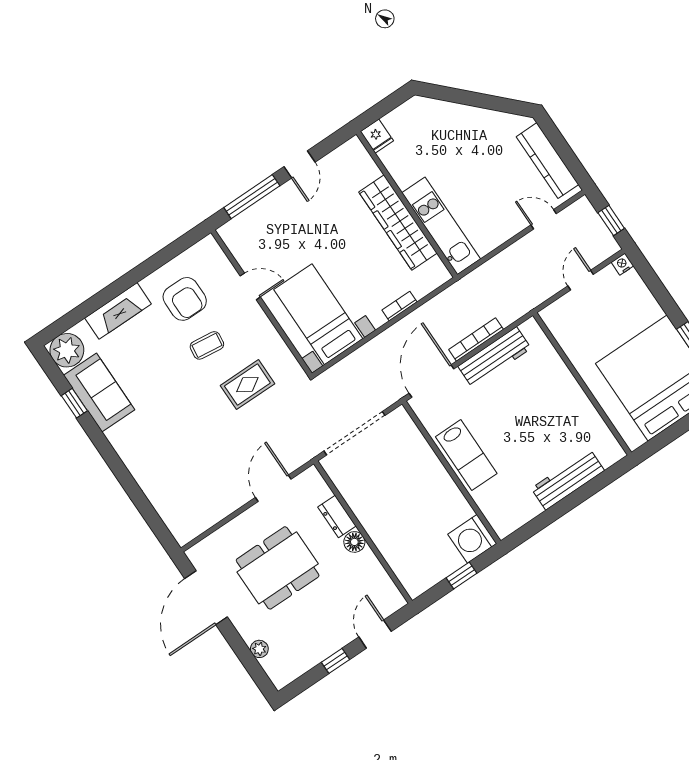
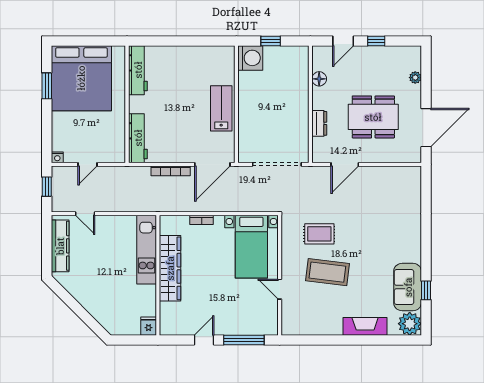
armchair: (185, 299) -> (322, 307), removed
coffee table: (207, 345) -> (327, 272), width x1.86, depth x1.72
workbench: (494, 357) -> (138, 138), moved, turned 90
workbench: (568, 479) -> (138, 70), moved, turned -90
floor lamp: (354, 542) -> (319, 79), moved

